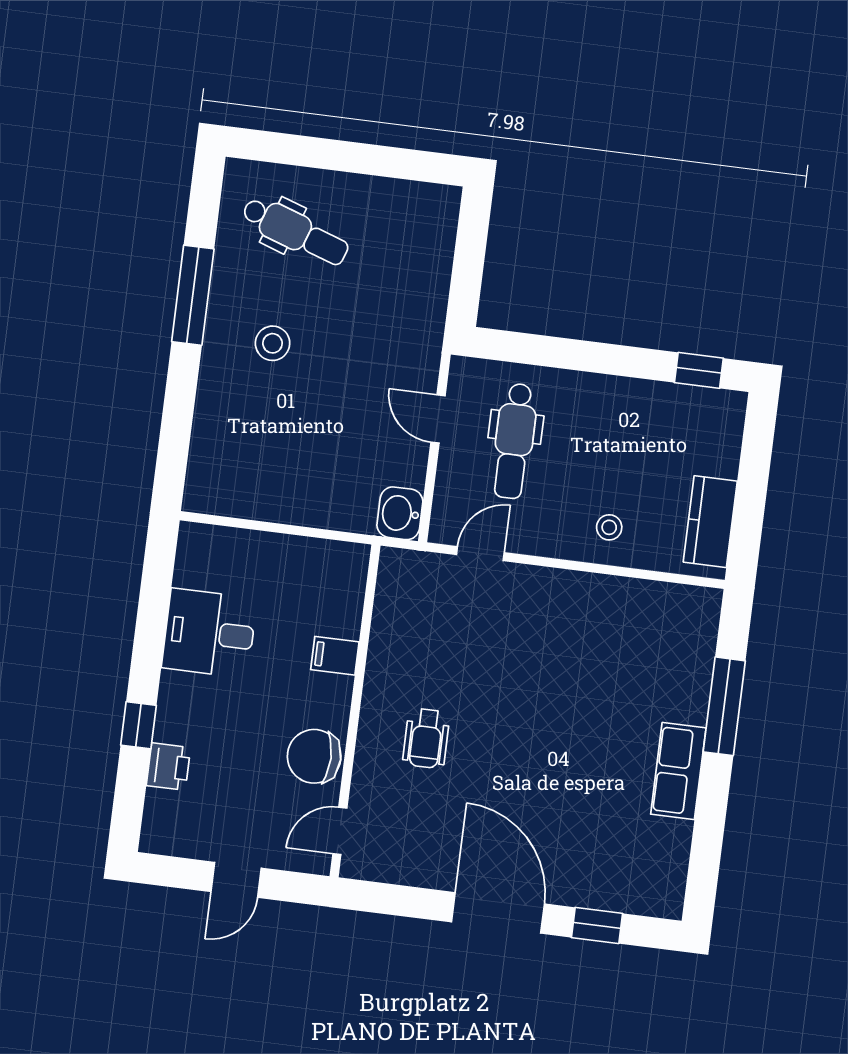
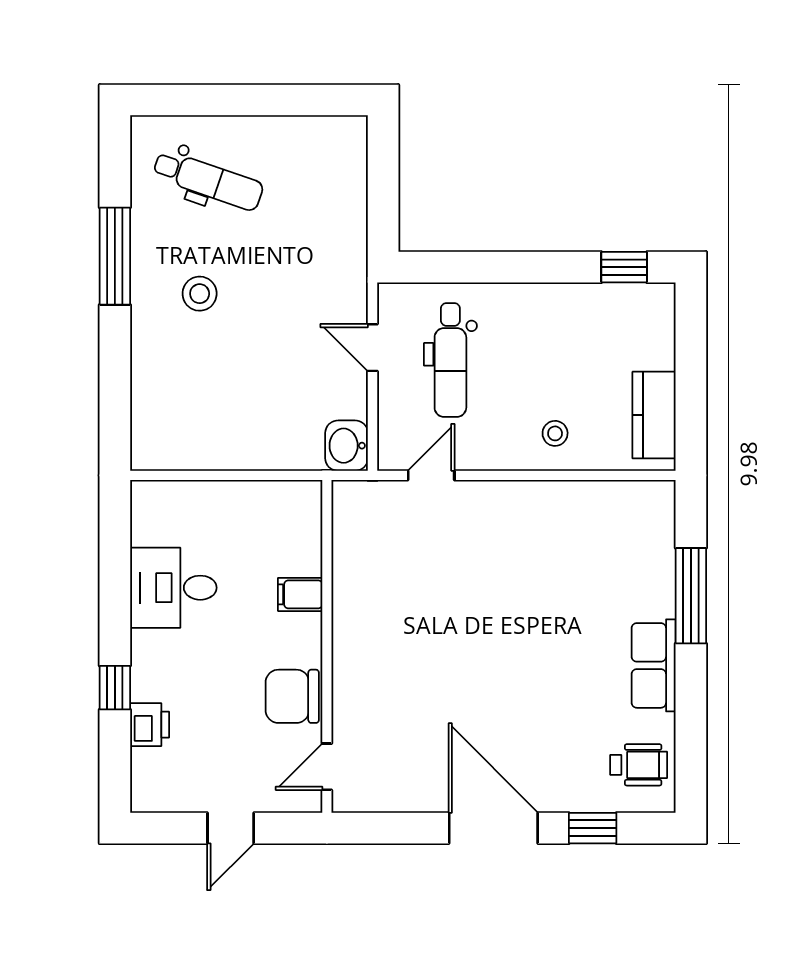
wheelchair: (426, 738) -> (639, 765), moved, turned -90

